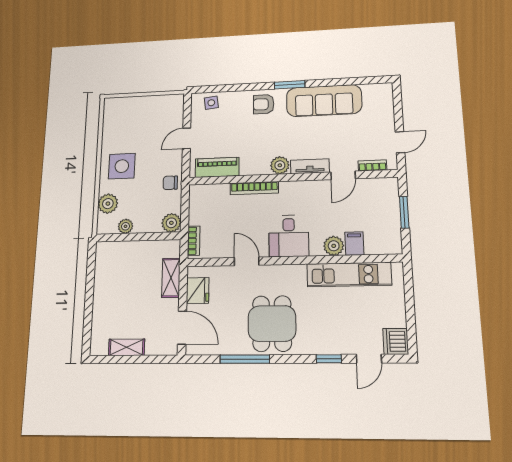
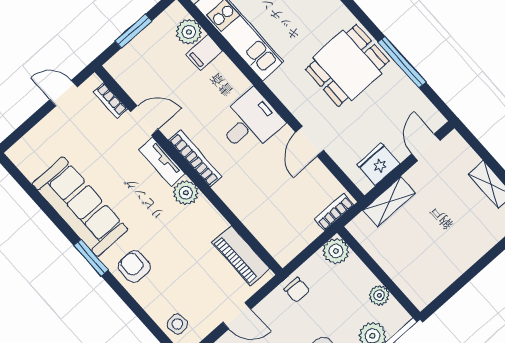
armchair: (264, 104) -> (134, 267), turned 180
bookcase: (254, 188) -> (195, 158), moved
plant: (334, 246) -> (189, 32), moved
door: (182, 328) -> (426, 147), width x0.73

